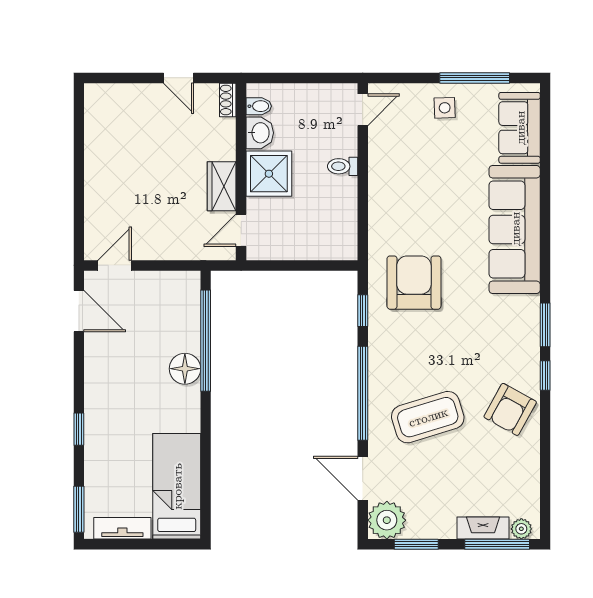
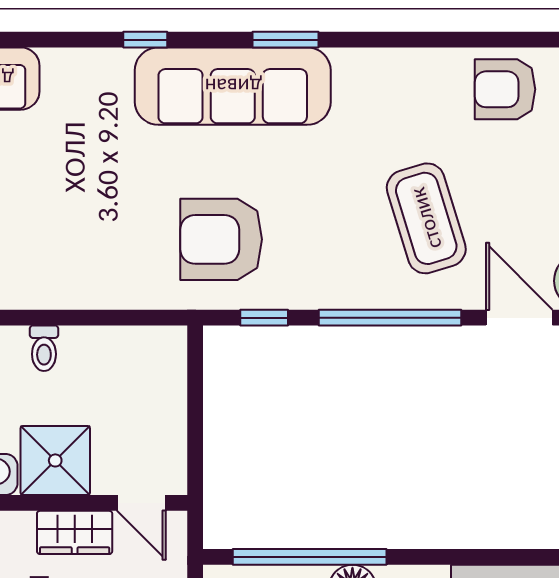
sofa: (515, 229) -> (233, 86), moved
window: (545, 376) -> (145, 40), moved
armchair: (510, 409) -> (505, 89), moved, turned 151
door: (363, 478) -> (519, 318), swing flipped

